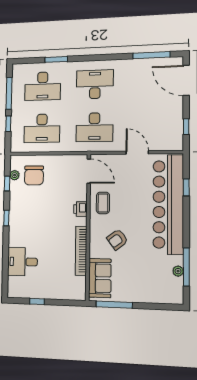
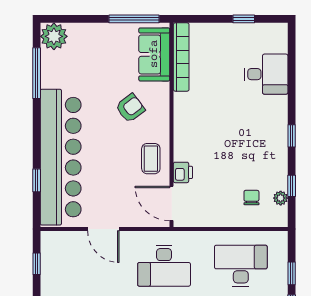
desk: (94, 127) -> (164, 266), turned 180
chair: (34, 175) -> (251, 198), width x0.54, depth x0.54
printer: (80, 209) -> (183, 172), moved
bookcase: (81, 251) -> (181, 57), moved
plant: (178, 271) -> (54, 36), moved, width x1.87, depth x1.87

